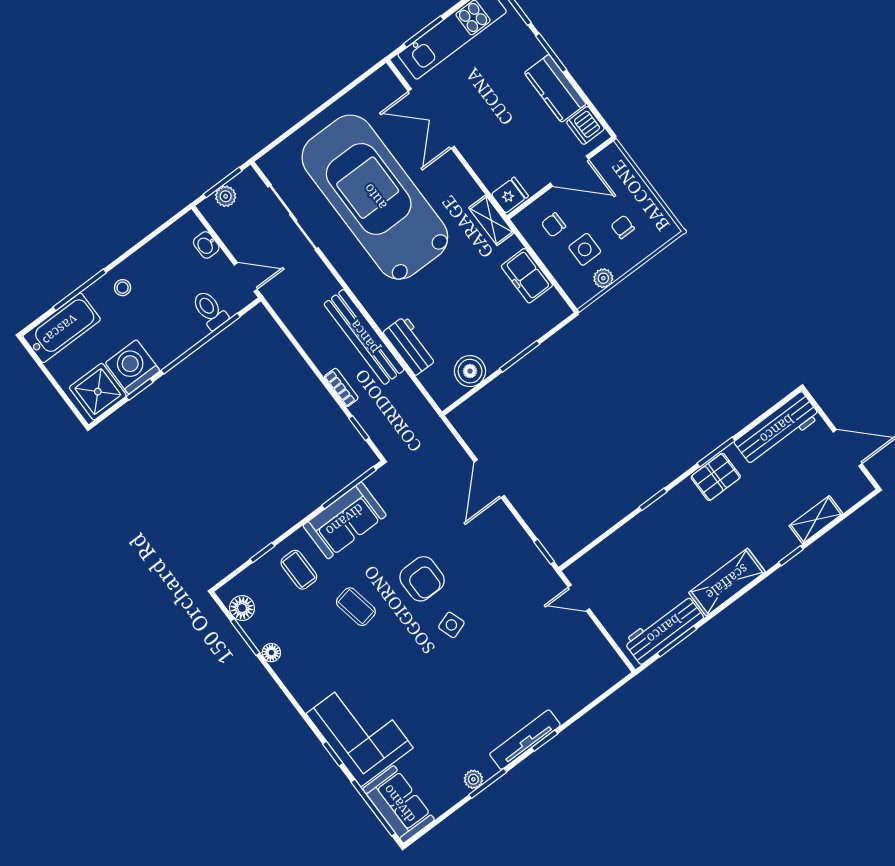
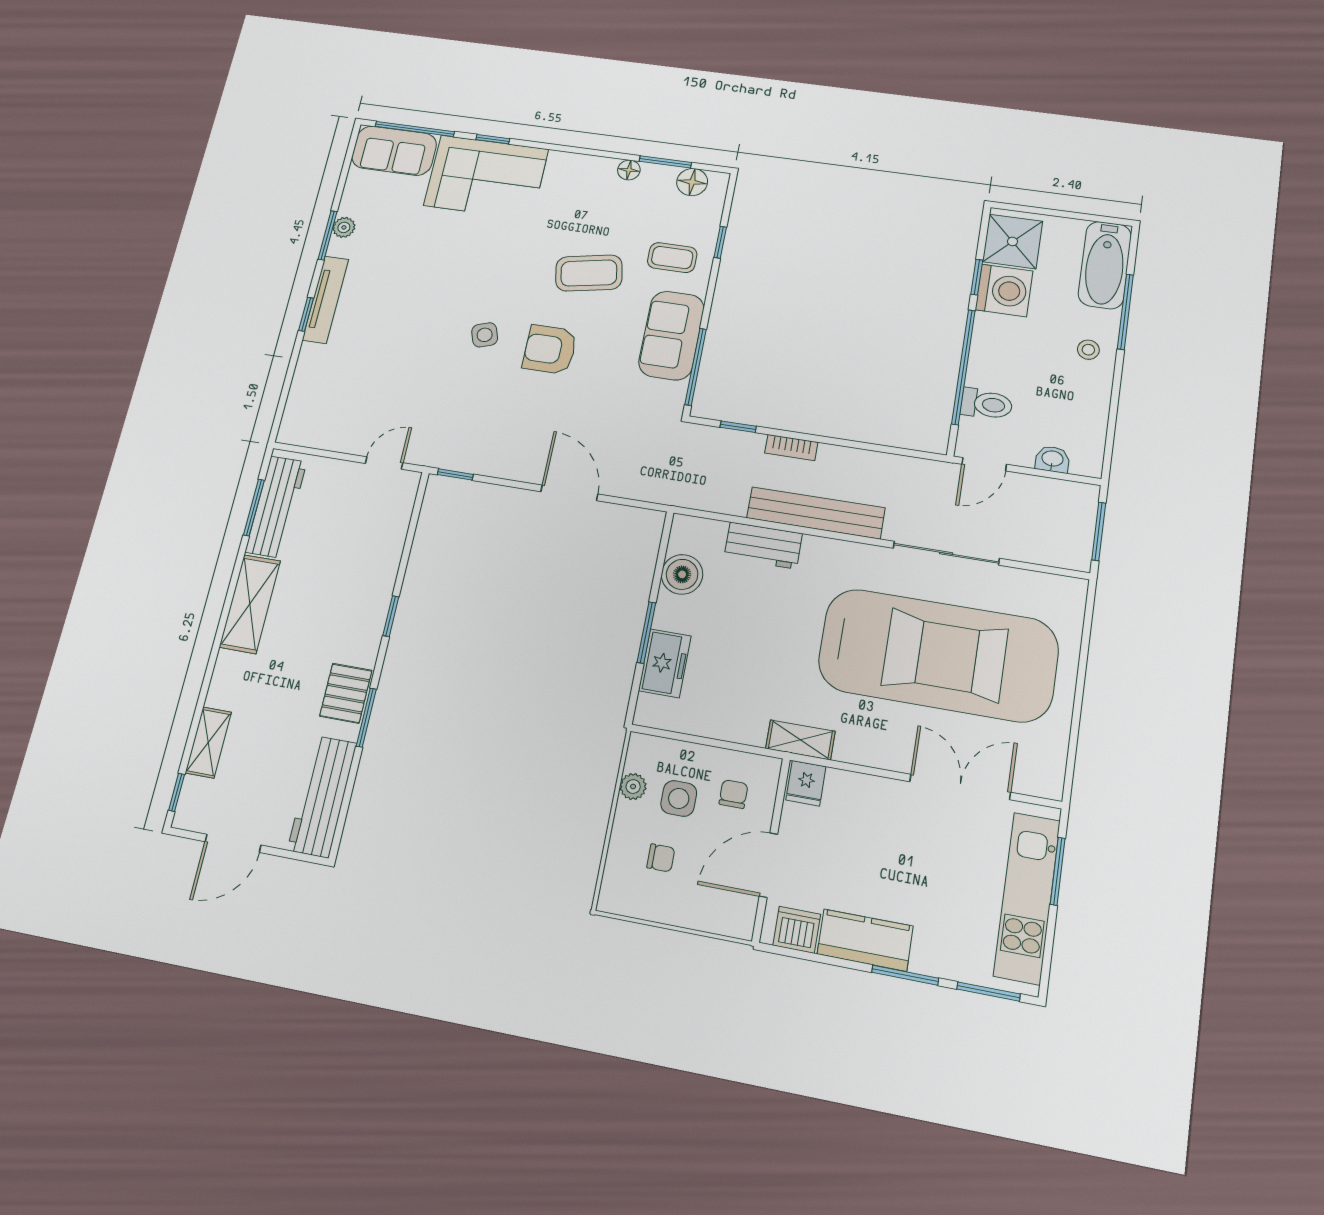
plant: (226, 196) -> (1082, 521), removed
sliding door: (293, 217) -> (946, 553), moved
freezer: (527, 276) -> (665, 663), moved, turned 90
window: (791, 556) -> (177, 792), moved
coffee table: (356, 607) -> (589, 273), width x1.36, depth x1.30

